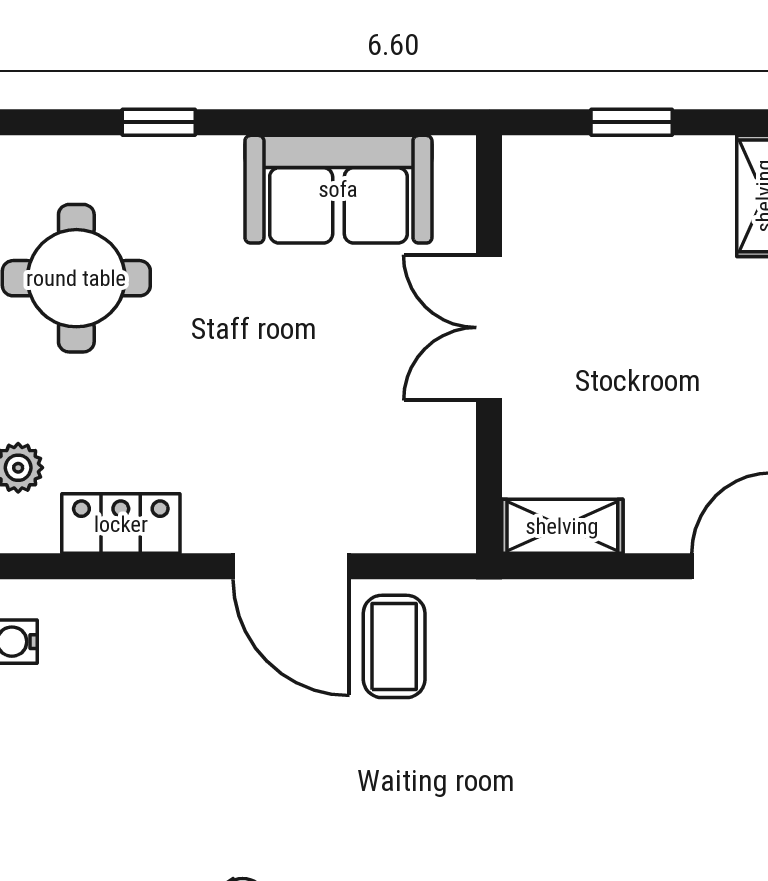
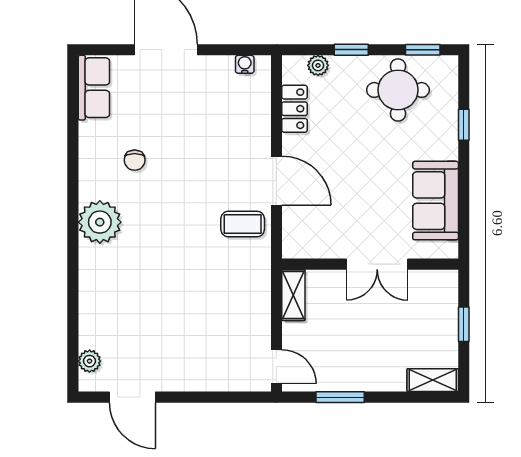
double door: (489, 328) -> (377, 264), swing flipped
door: (291, 566) -> (276, 181), swing flipped

